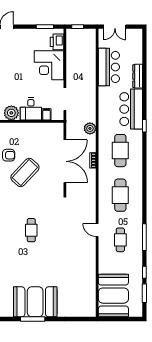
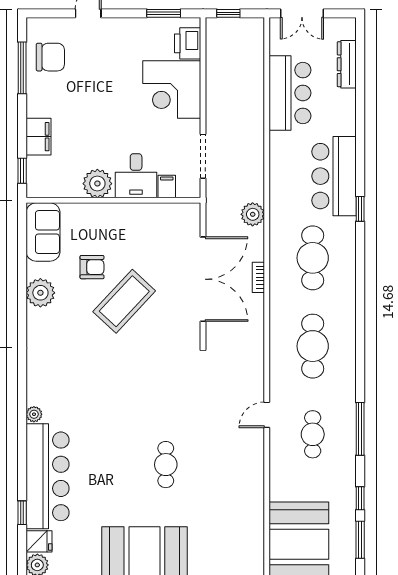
dresser: (138, 76) -> (347, 64), moved
cafe table: (31, 230) -> (166, 465), moved
door: (97, 230) -> (267, 415), hinge flipped

